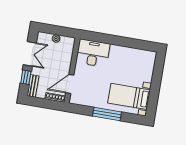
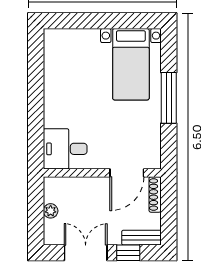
desk: (93, 53) -> (65, 149), width x0.73
door: (70, 84) -> (127, 173), hinge flipped

